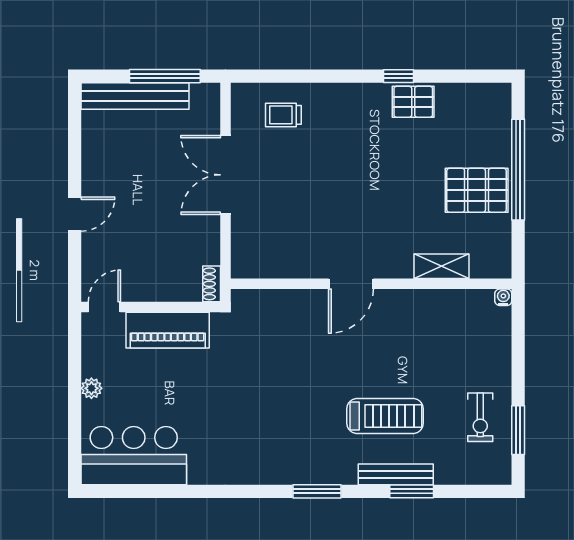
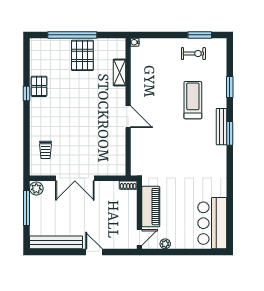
bench: (135, 96) -> (56, 242), moved, turned 90
plant: (205, 96) -> (36, 188), added
door: (104, 307) -> (139, 237), swing flipped
plant: (91, 388) -> (165, 244), moved
bench: (396, 474) -> (221, 127), moved

